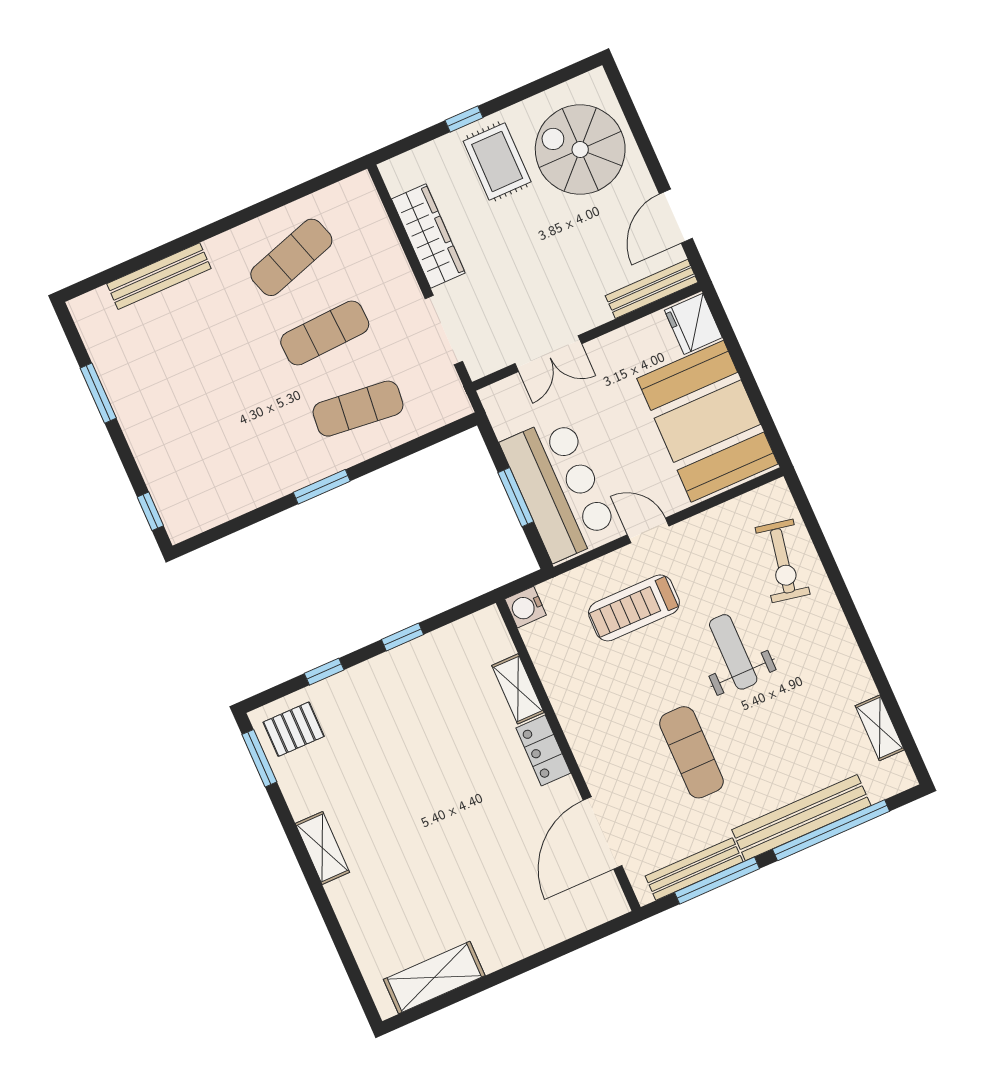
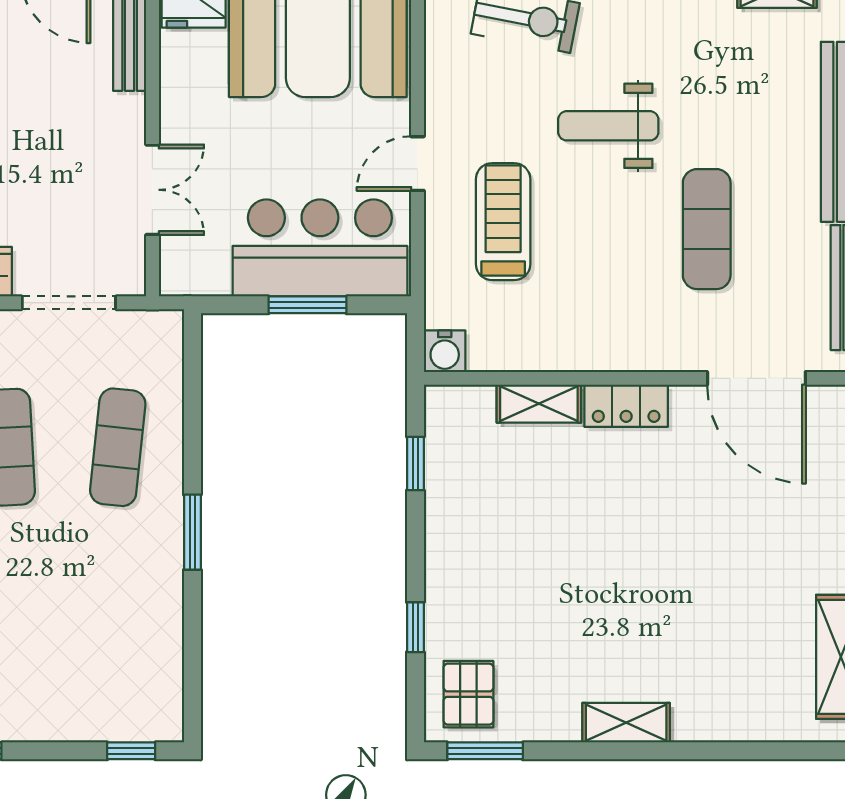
treadmill: (634, 608) -> (503, 222), turned 180
window: (403, 637) -> (415, 464), moved
exercise mat: (691, 752) -> (707, 229), turned 90

